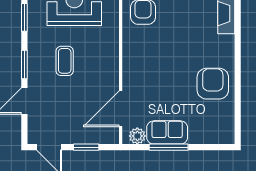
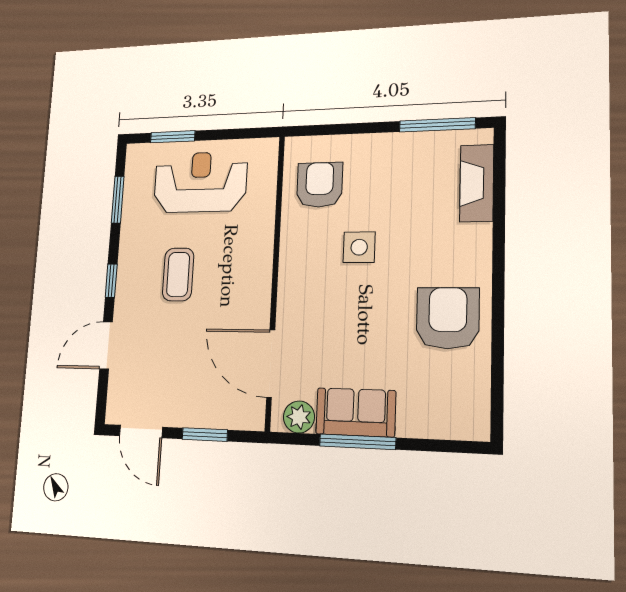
side table: (166, 47) -> (359, 247), added
window: (24, 64) -> (111, 281), width x0.67
door: (121, 109) -> (271, 364), hinge flipped

